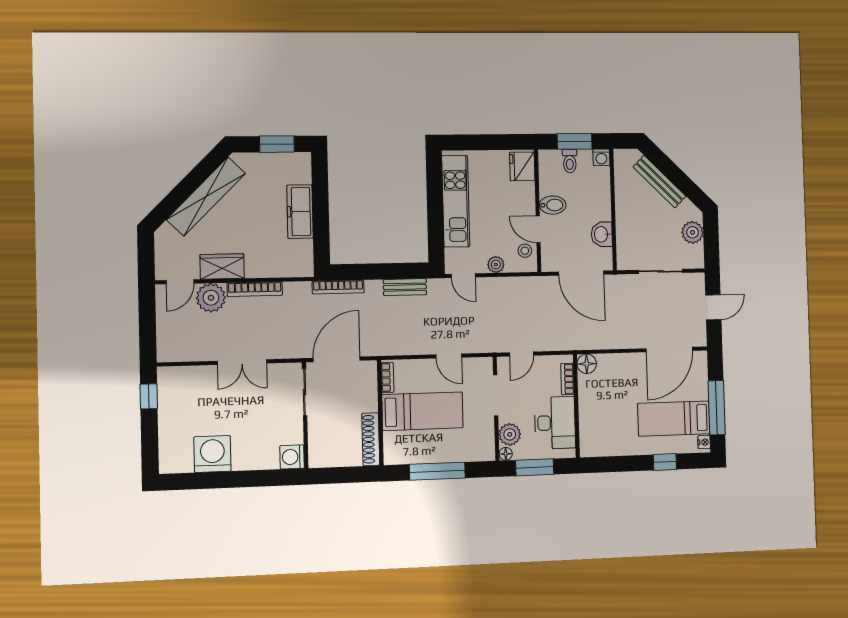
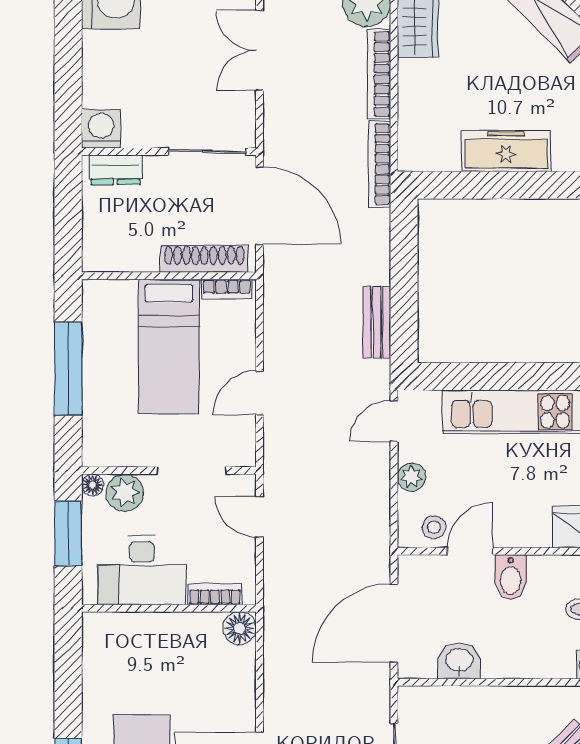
bookcase: (338, 287) -> (380, 164), moved
shoe rack: (371, 439) -> (204, 259), moved
dresser: (317, 447) -> (116, 170), added

